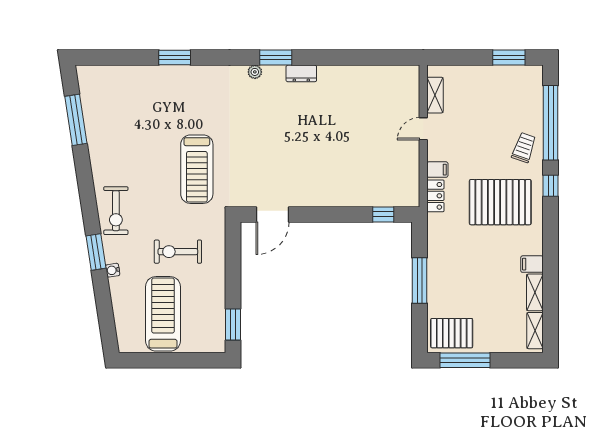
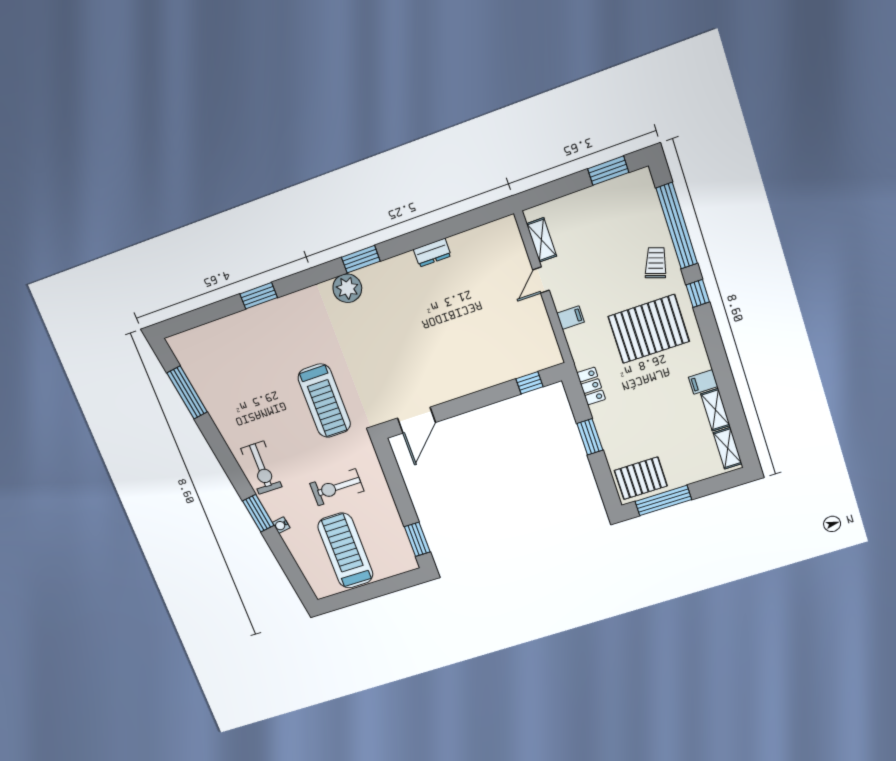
plant: (255, 72) -> (347, 288), width x1.87, depth x1.87
dresser: (301, 73) -> (432, 253), moved
locker: (435, 196) -> (591, 386), moved
window: (420, 281) -> (590, 437), width x0.69

